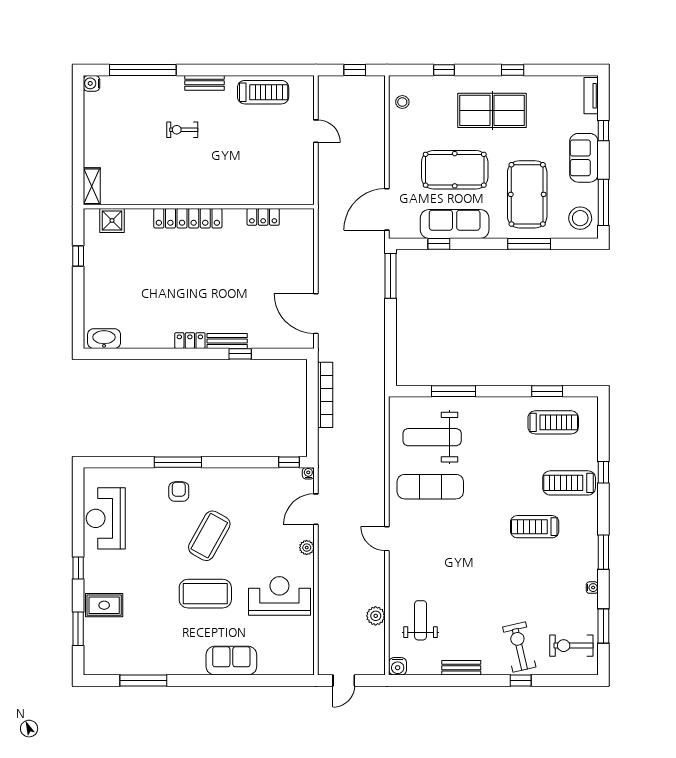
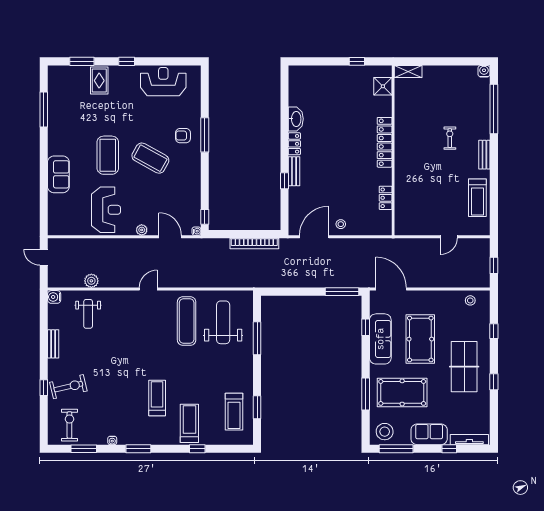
tv unit: (591, 96) -> (469, 440), width x1.41
stool: (299, 278) -> (341, 224), added
washbasin: (104, 339) -> (296, 119), moved
armchair: (179, 492) -> (183, 136), turned 180
weight bench: (421, 620) -> (88, 314), turned 90

